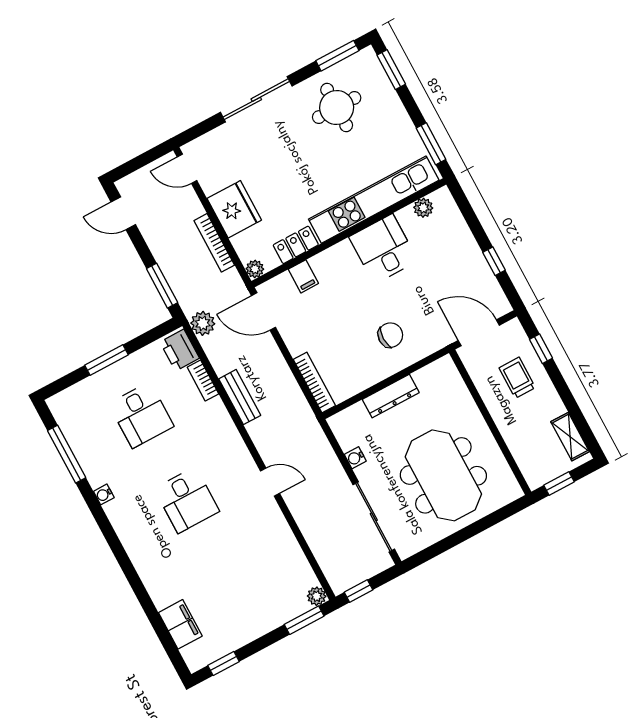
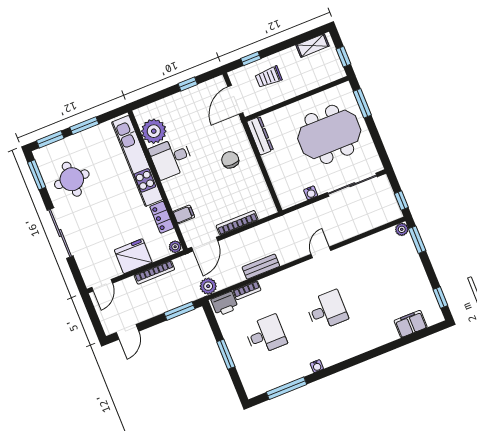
window: (431, 144) -> (84, 126), moved
plant: (423, 208) -> (154, 131), width x1.88, depth x1.88
bookcase: (314, 383) -> (237, 223), moved
dresser: (391, 396) -> (260, 136), moved
window: (494, 518) -> (362, 103), added

